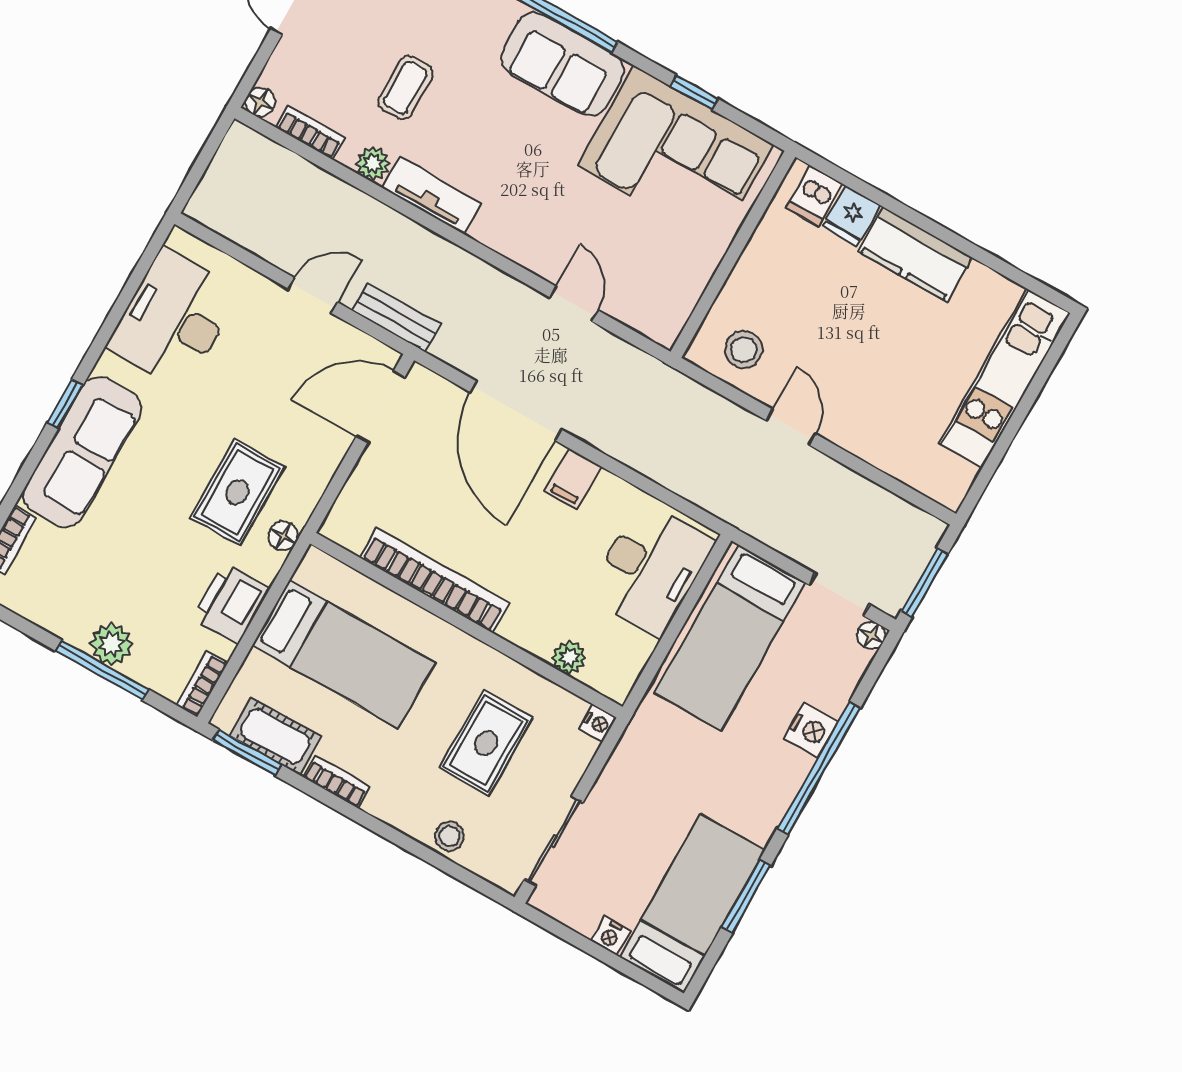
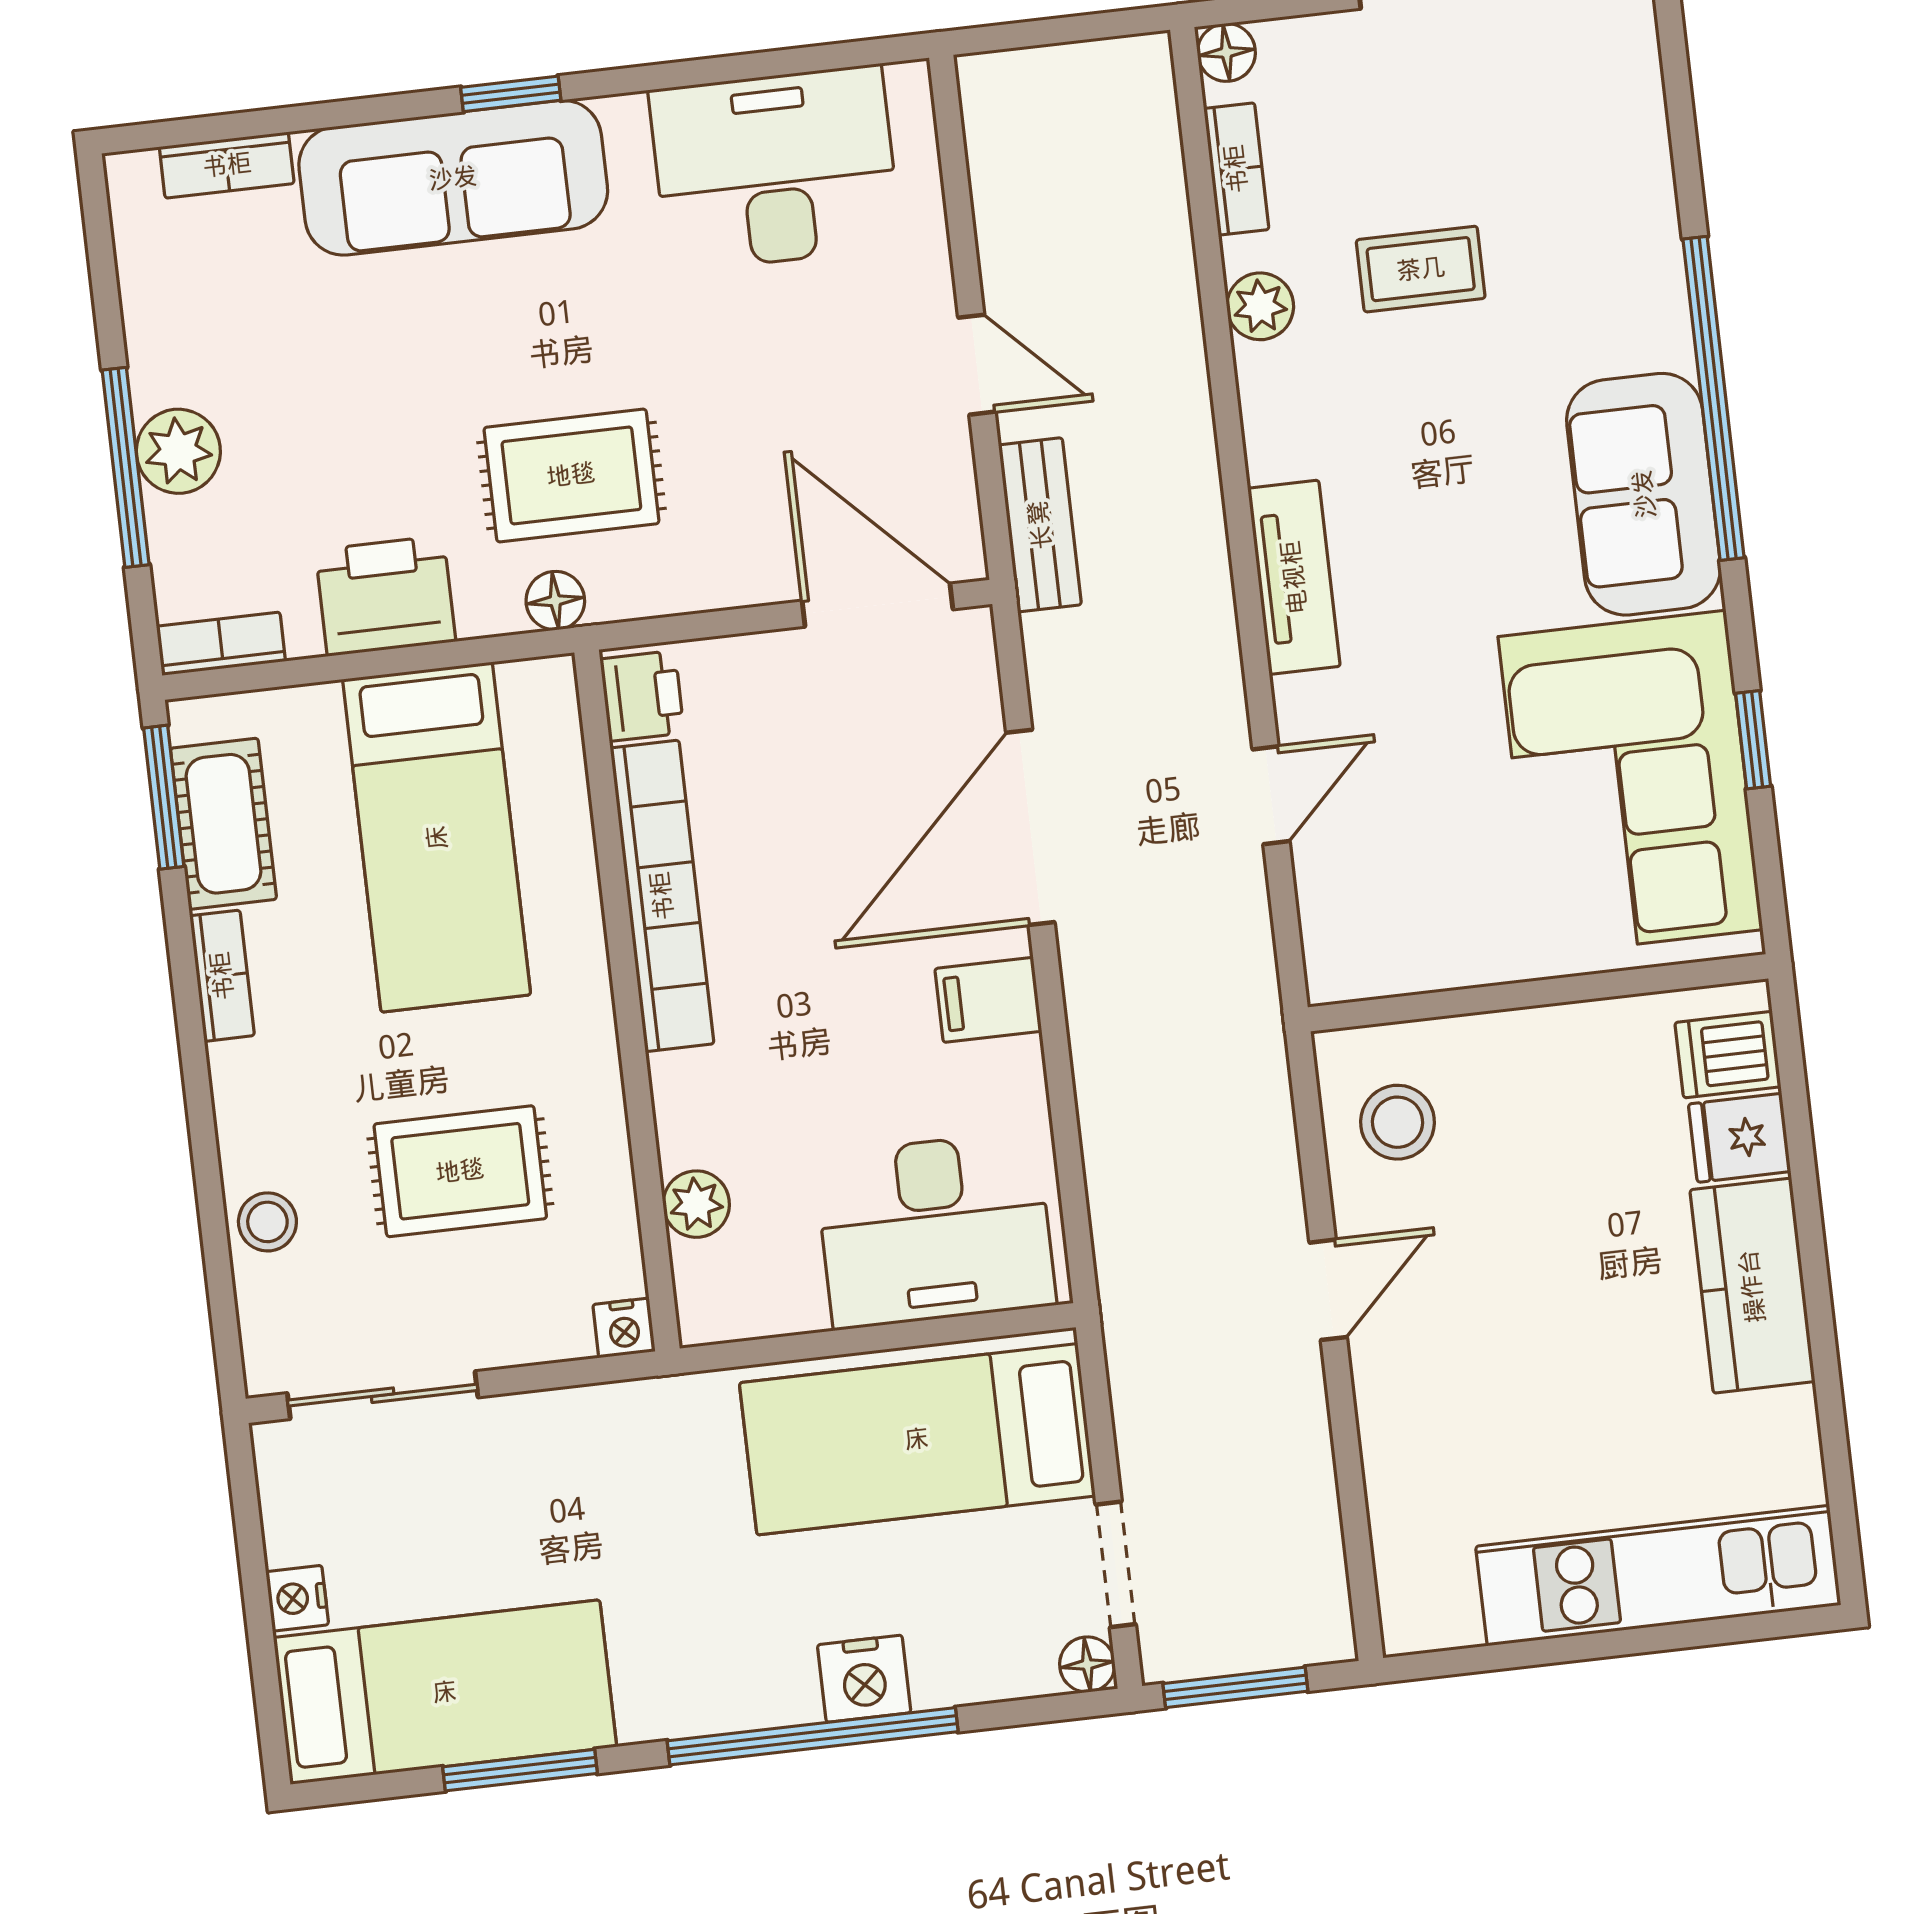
tv unit: (432, 196) -> (1294, 577), moved
printer: (348, 529) -> (642, 696), added

